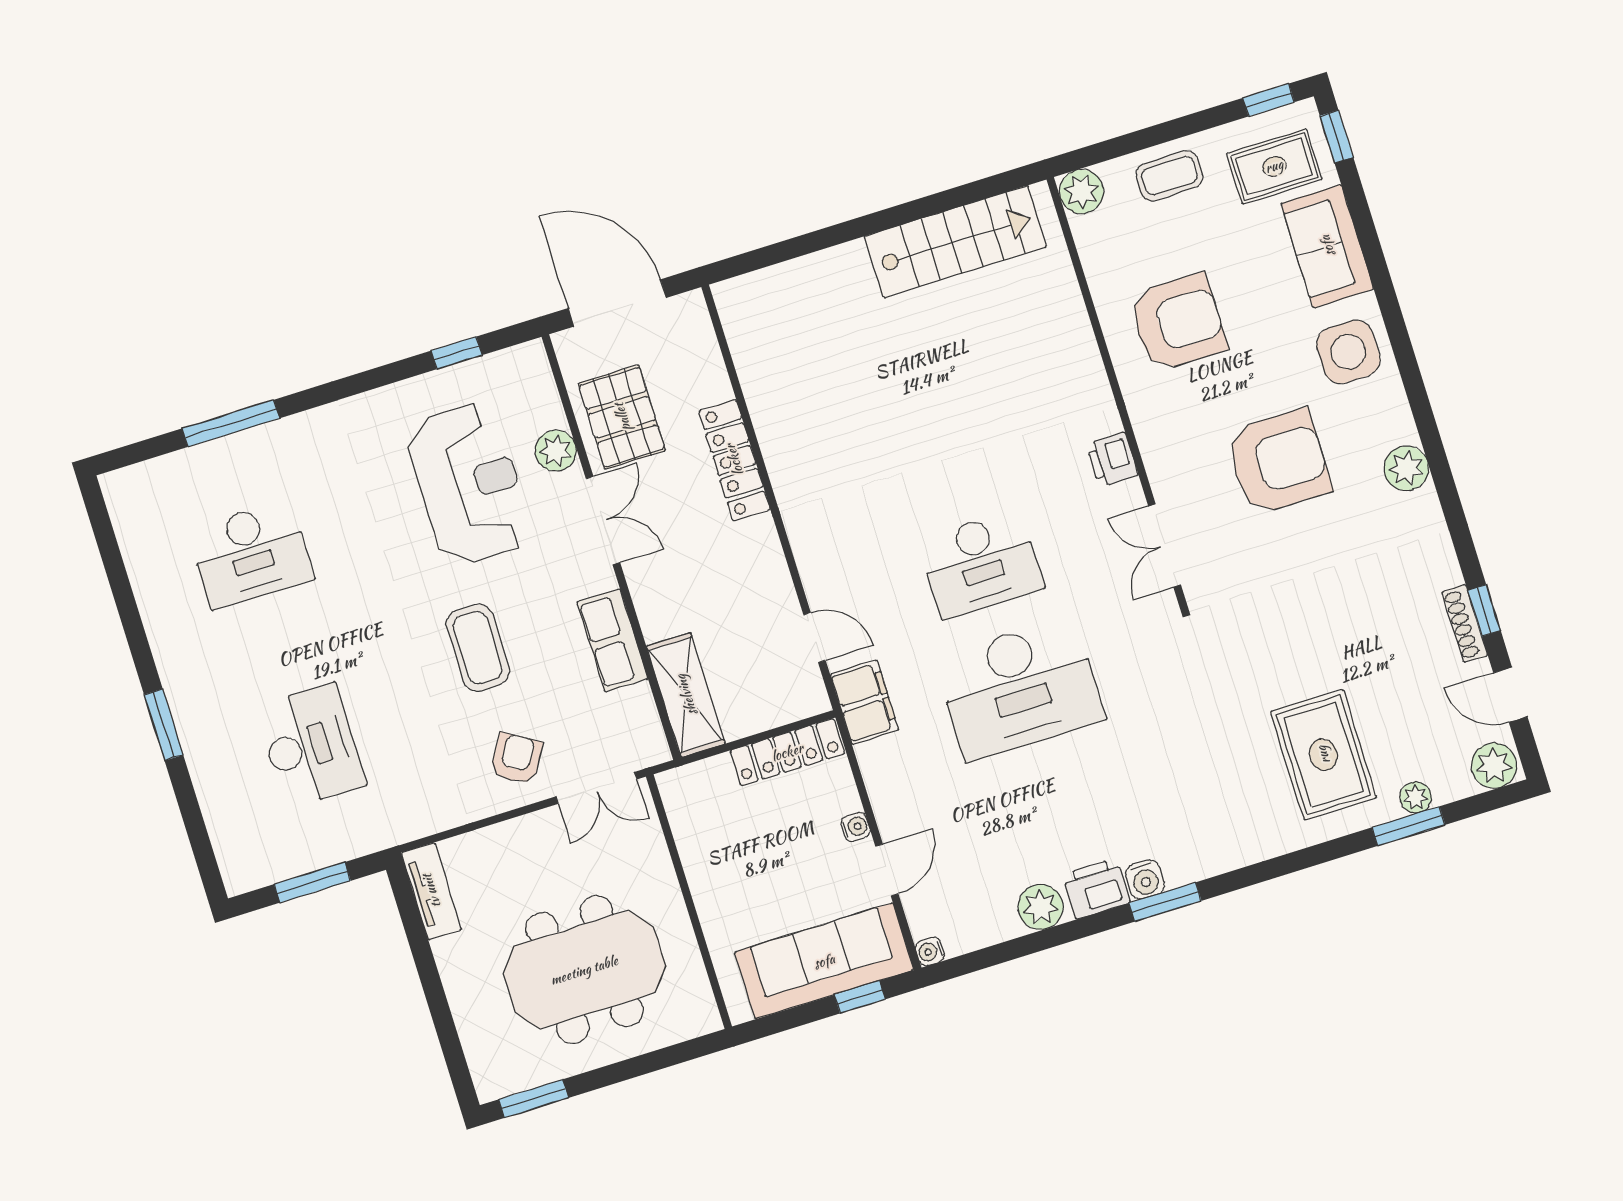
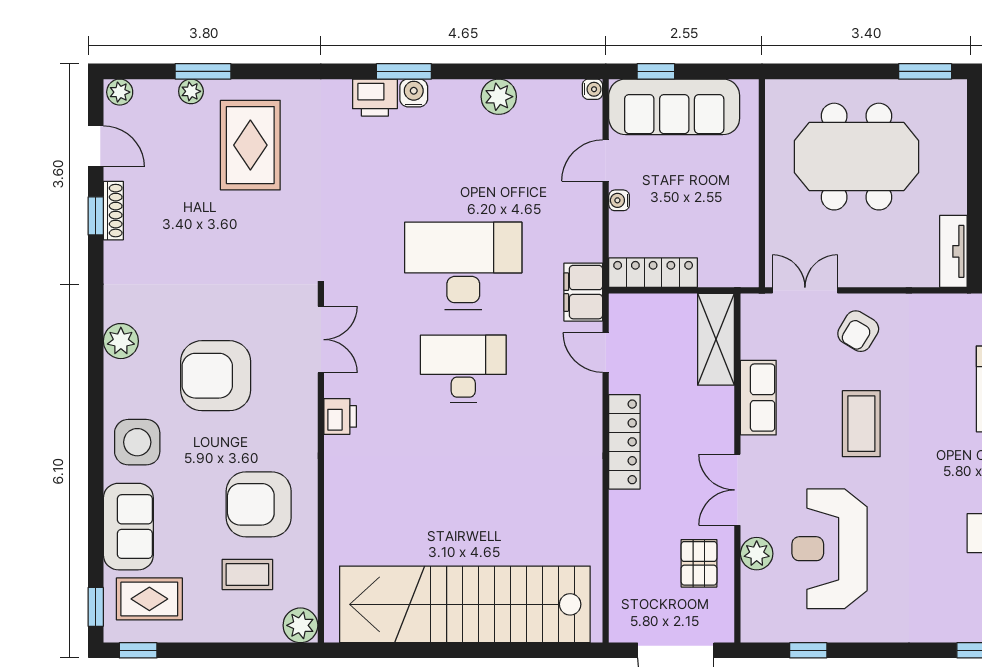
coffee table: (1169, 176) -> (247, 574), moved
stairs: (955, 242) -> (465, 604), width x1.86, depth x1.51
pallet: (622, 417) -> (699, 563), width x0.67, depth x0.71
locker: (734, 460) -> (624, 442), moved
plant: (1494, 766) -> (120, 92), width x0.73, depth x0.73
printer: (1096, 889) -> (375, 98), moved

